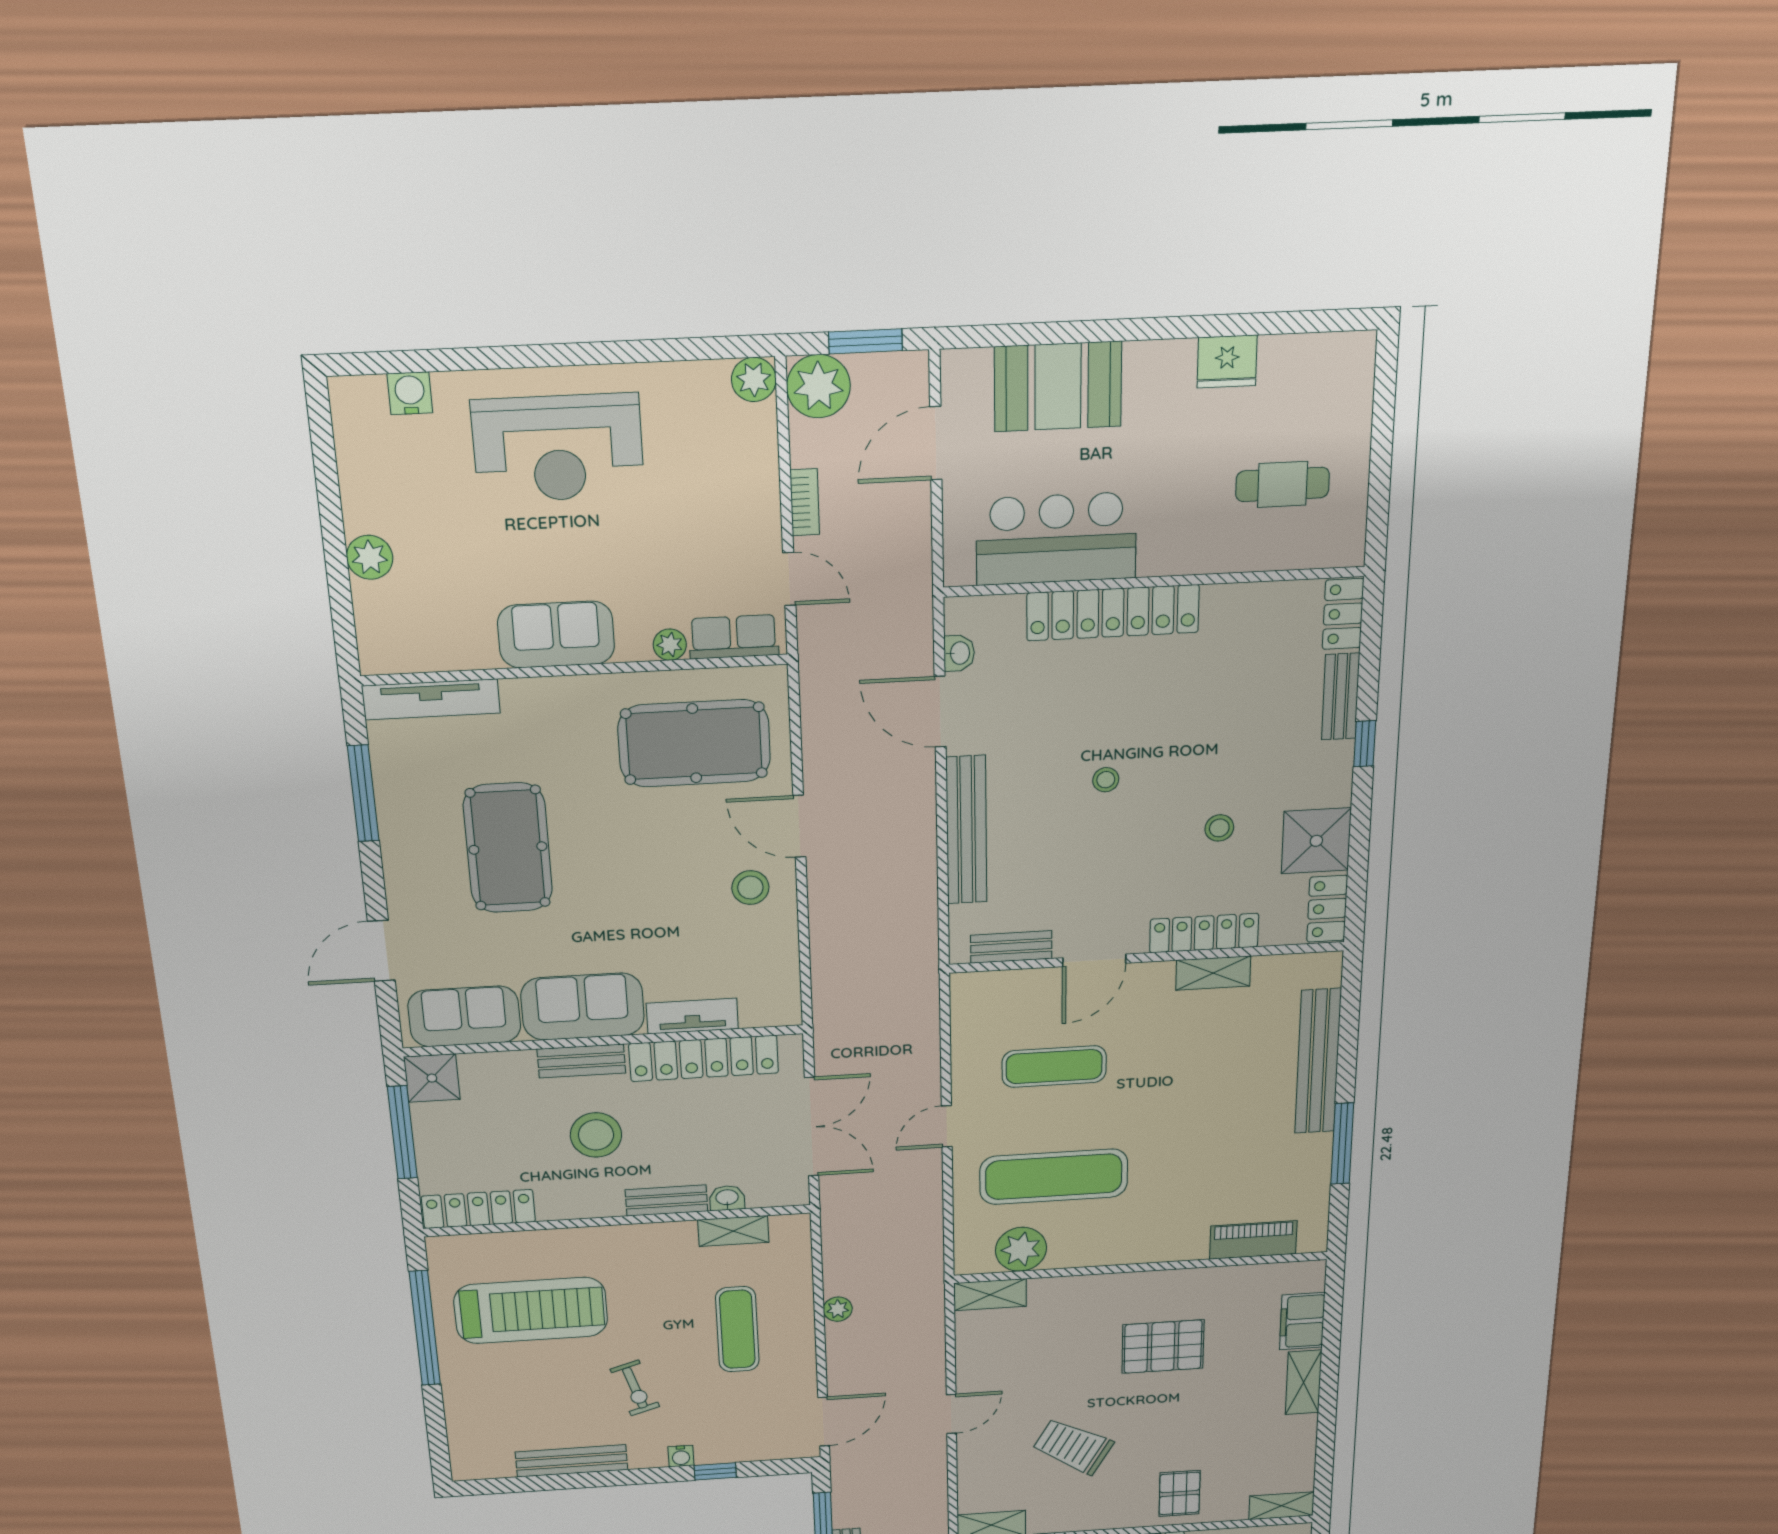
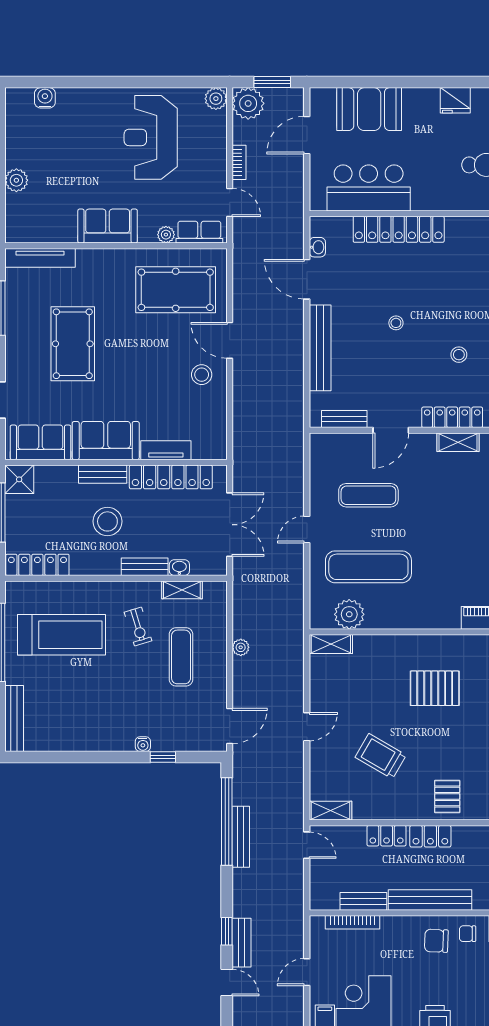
reception desk: (558, 448) -> (151, 137), moved, turned 90
exercise bike: (635, 1388) -> (138, 626), moved
bench: (572, 1461) -> (14, 718), moved, turned 90

